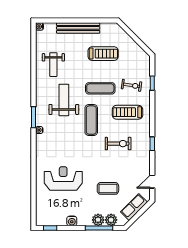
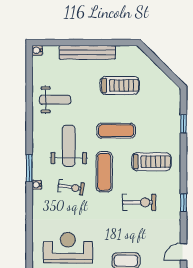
weight bench: (53, 65) -> (55, 100), turned -90
exercise bike: (132, 85) -> (71, 187), moved
treadmill: (128, 112) -> (151, 162), turned 180

